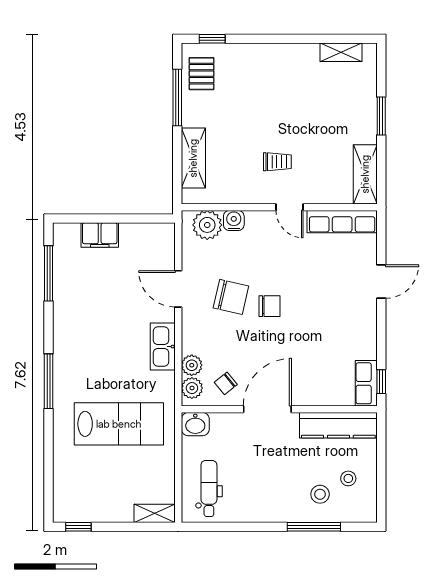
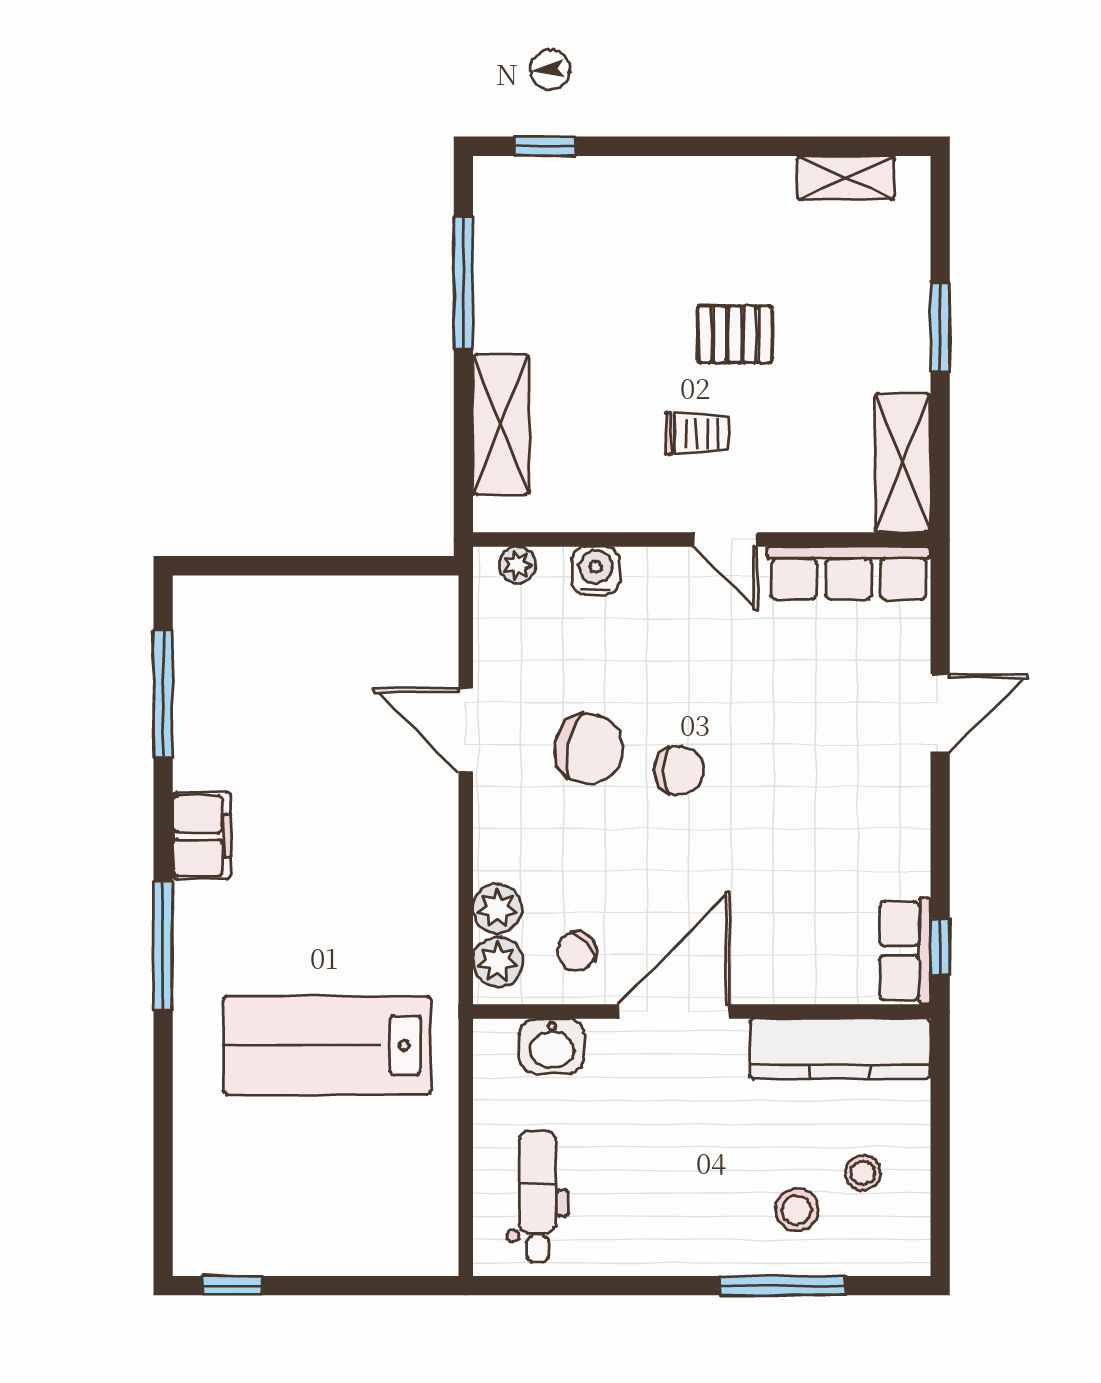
pallet: (202, 74) -> (735, 334), moved, turned 90
plant: (207, 225) -> (518, 565), width x0.53, depth x0.53
filing cabinet: (100, 235) -> (202, 836), moved, turned -90
kitchen sink: (163, 347) -> (430, 865), removed
lab bench: (119, 424) -> (327, 1045), turned 180
washbasin: (195, 424) -> (552, 1046), moved
shelving: (155, 513) -> (411, 1254), removed

